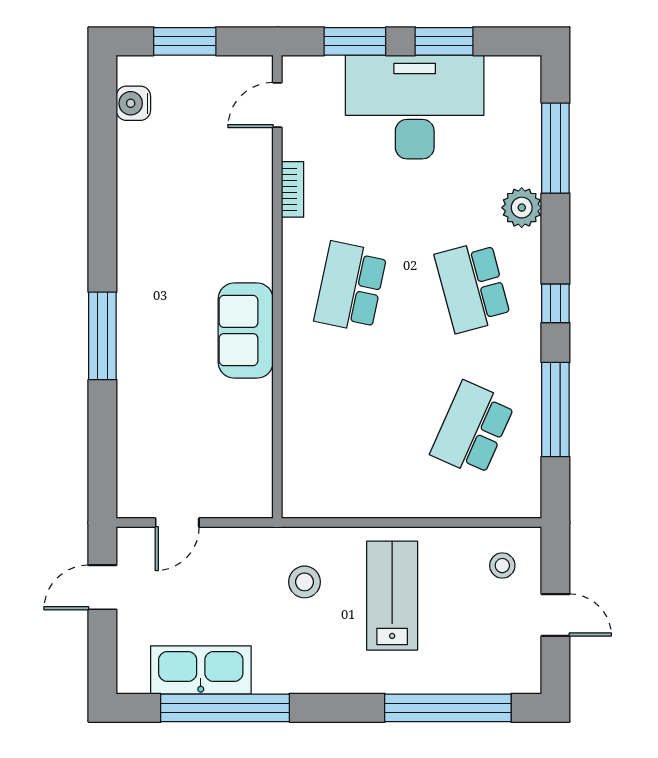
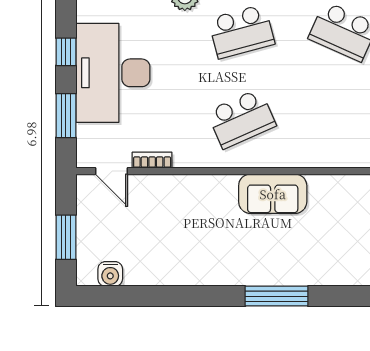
window: (444, 41) -> (66, 52), width x0.67
bookcase: (293, 189) -> (152, 160), moved
school desk: (351, 287) -> (241, 119), turned -36

